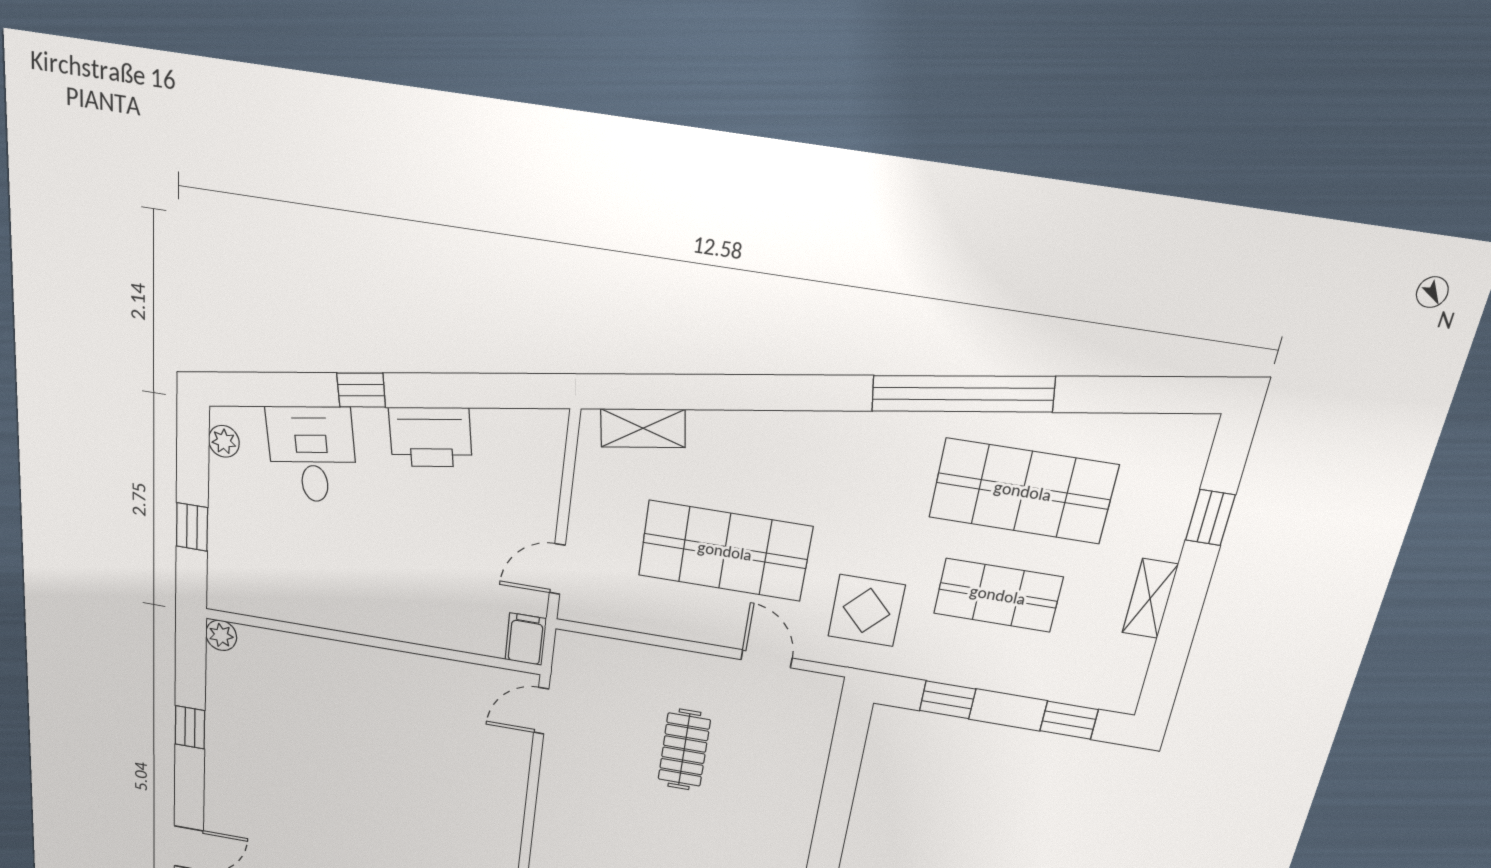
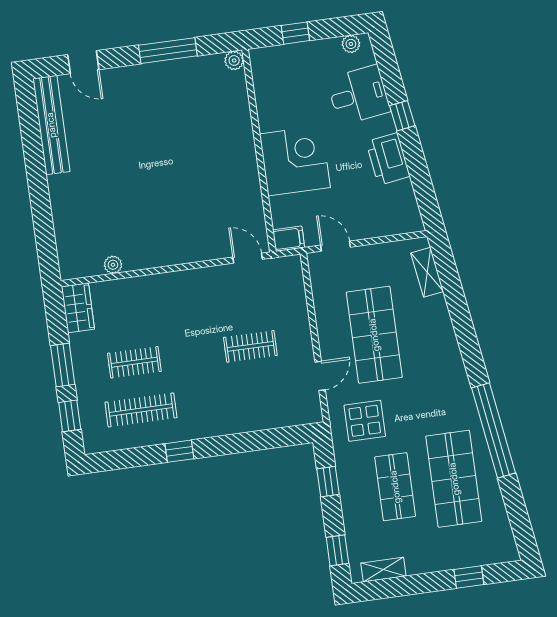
corner desk: (401, 591) -> (295, 161), added
shelving: (1150, 598) -> (383, 570), moved
window: (190, 727) -> (168, 51), width x2.17

